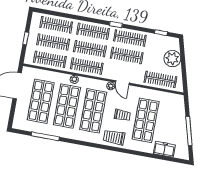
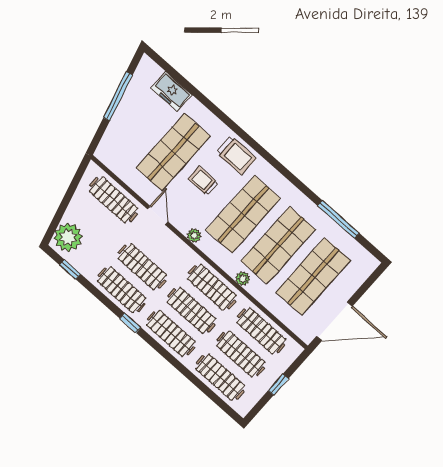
plant: (172, 59) -> (68, 237), moved
door: (122, 83) -> (158, 215), moved

